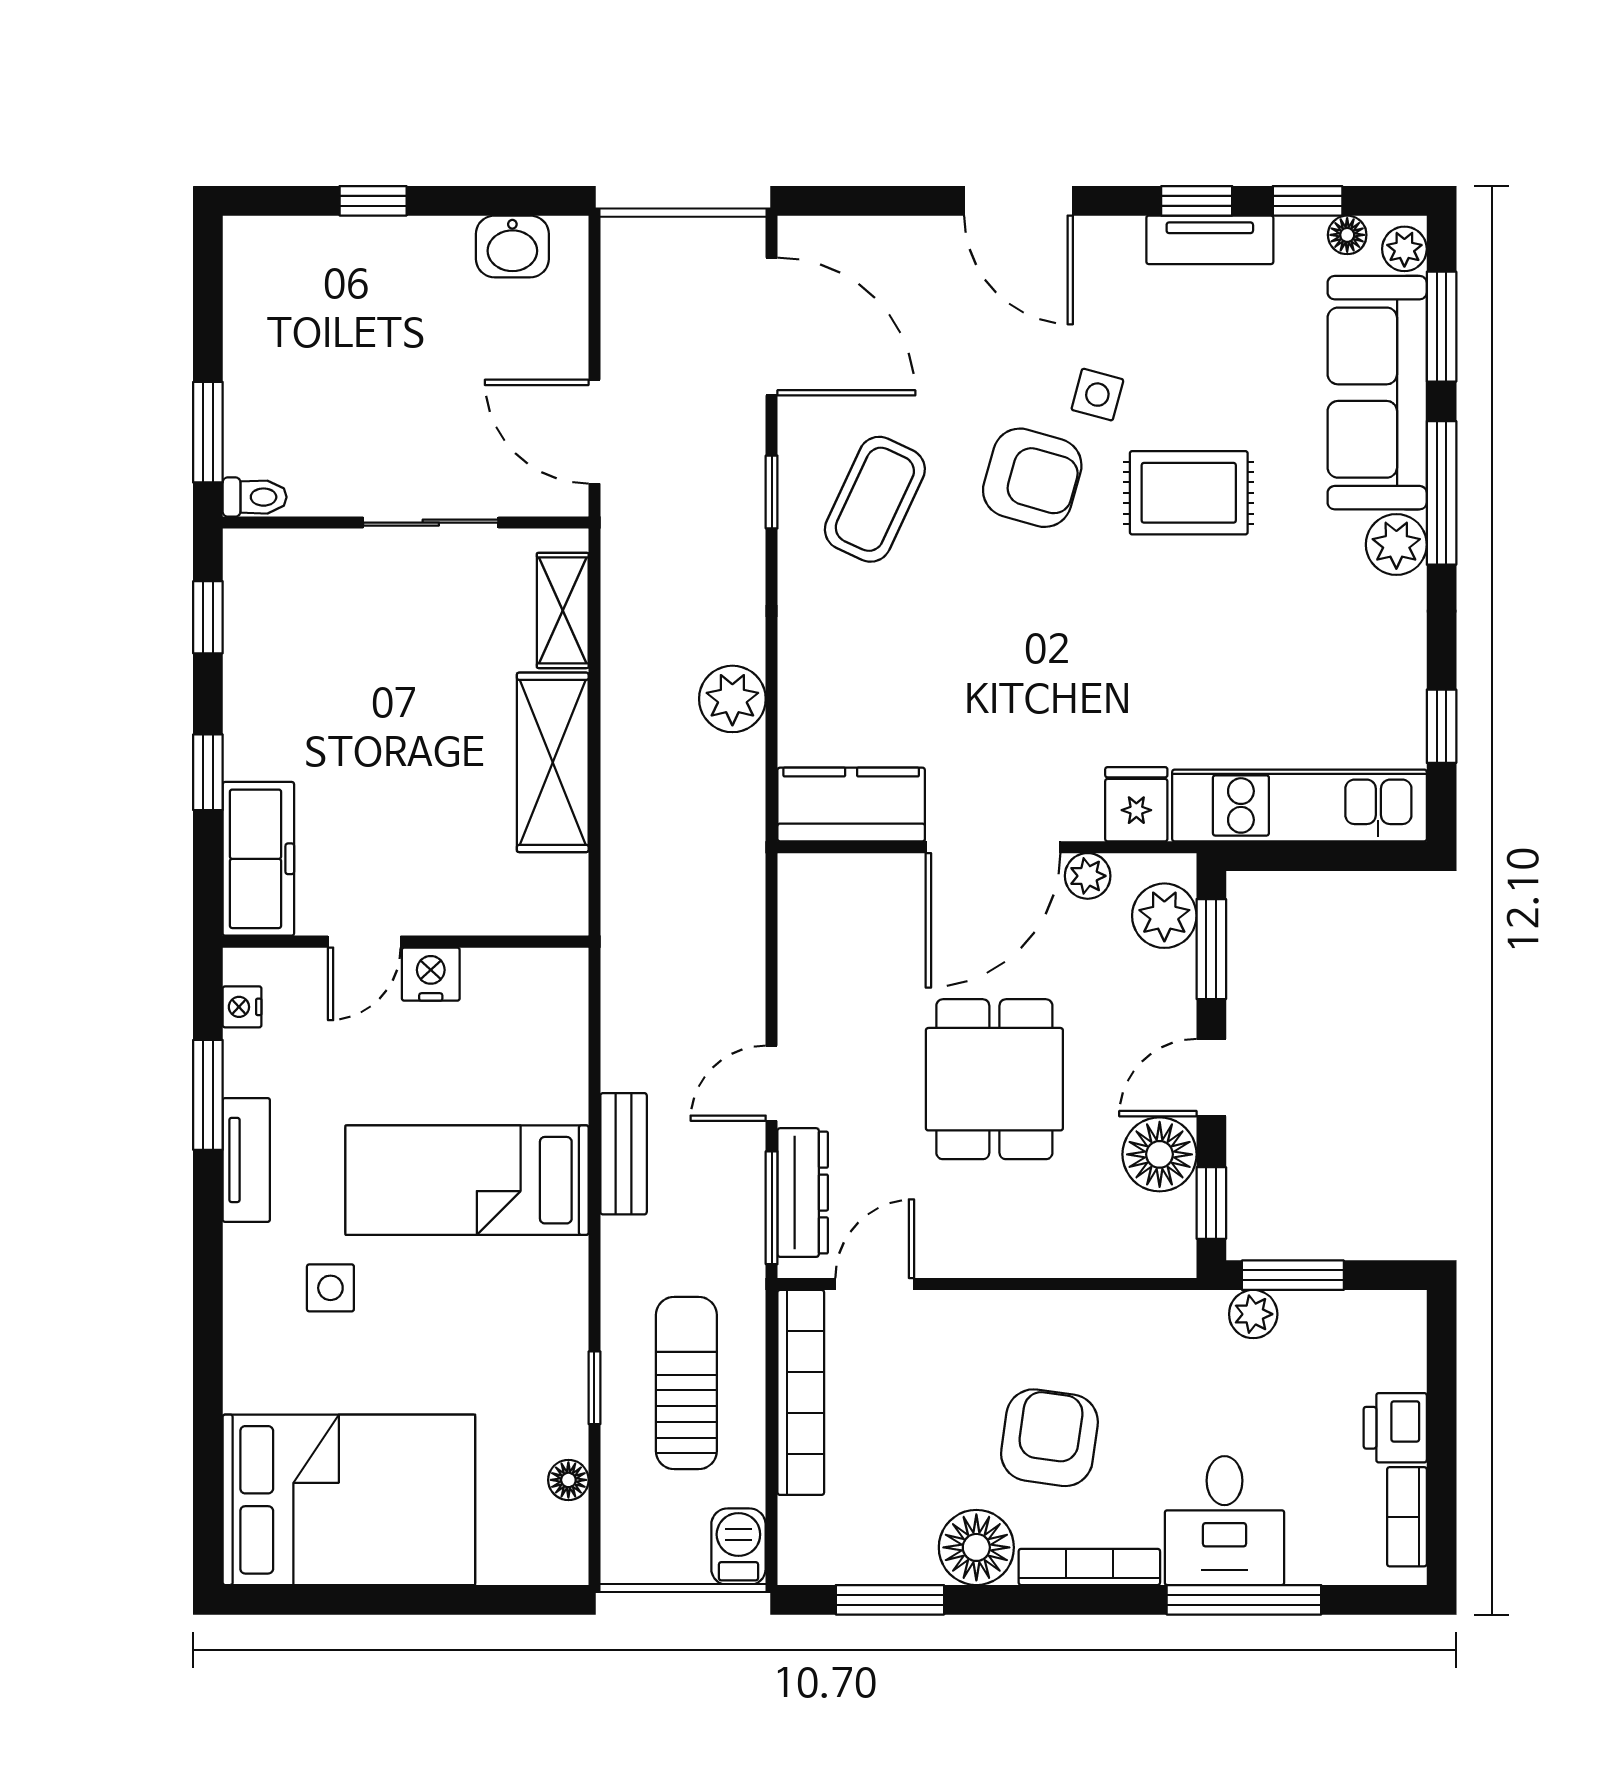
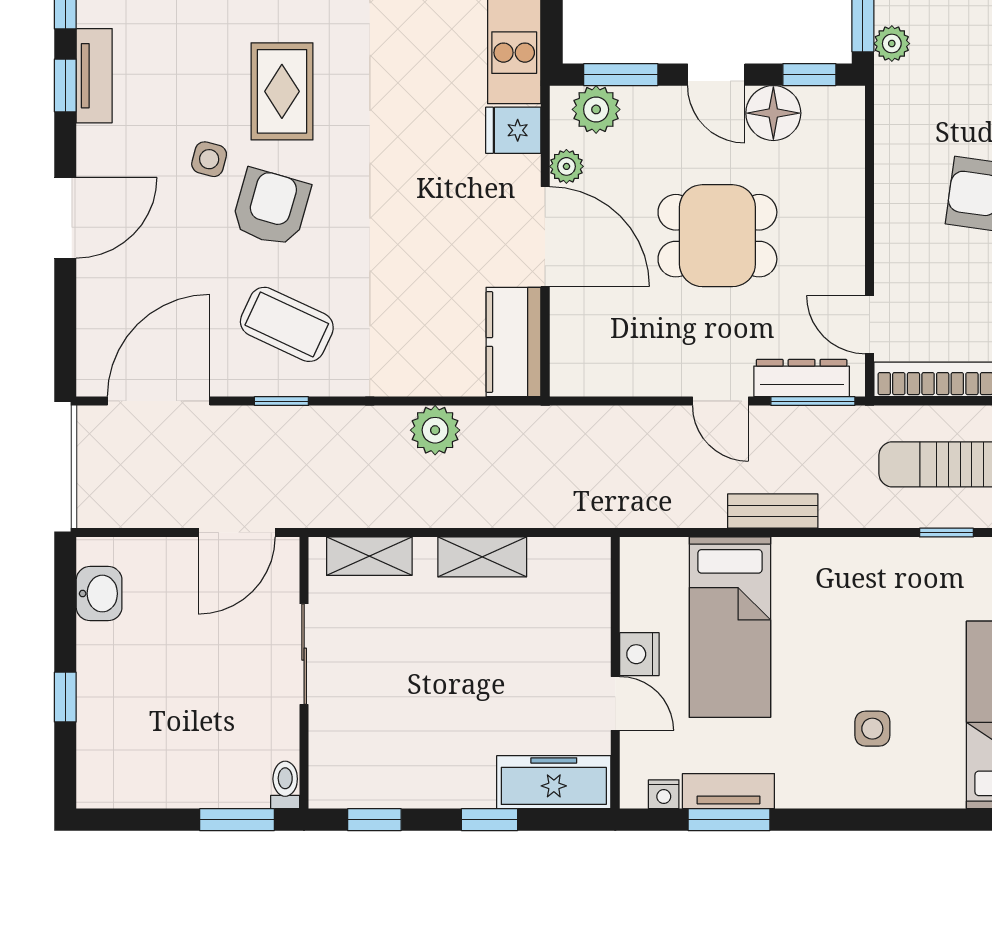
shelving: (553, 762) -> (482, 557), width x0.67, depth x0.75
tv unit: (246, 1160) -> (728, 791), moved
bed: (467, 1180) -> (730, 627), moved

